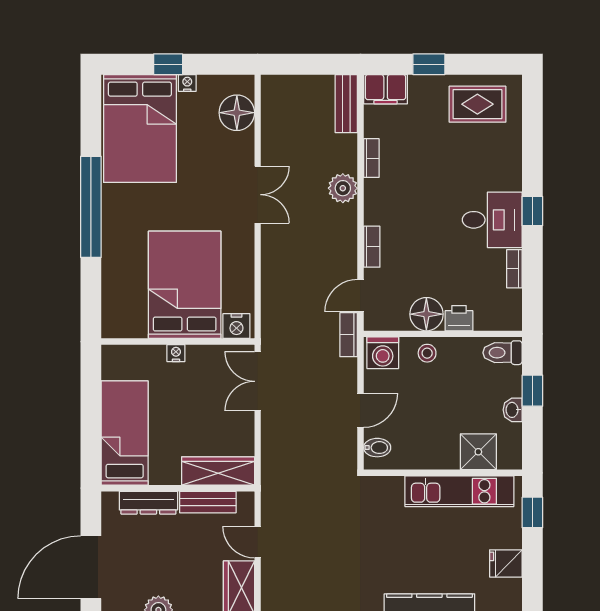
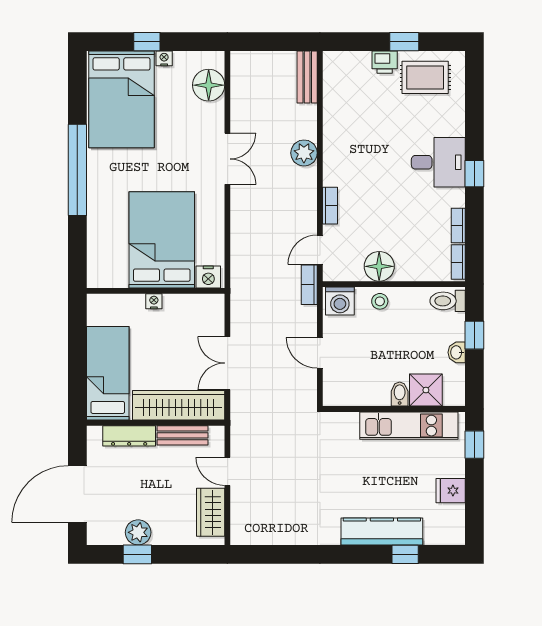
window: (429, 64) -> (404, 42), moved
filing cabinet: (386, 89) -> (342, 64), removed
bookcase: (371, 158) -> (458, 262), moved, turned 180
desk: (492, 220) -> (438, 162), moved
printer: (459, 318) -> (385, 62), moved, turned 180
double door: (258, 381) -> (227, 363), moved
door: (360, 410) -> (320, 353), swing flipped
bidet: (377, 448) -> (400, 394), moved, turned -90
wardrobe: (218, 471) -> (179, 405), width x1.40, depth x1.17

